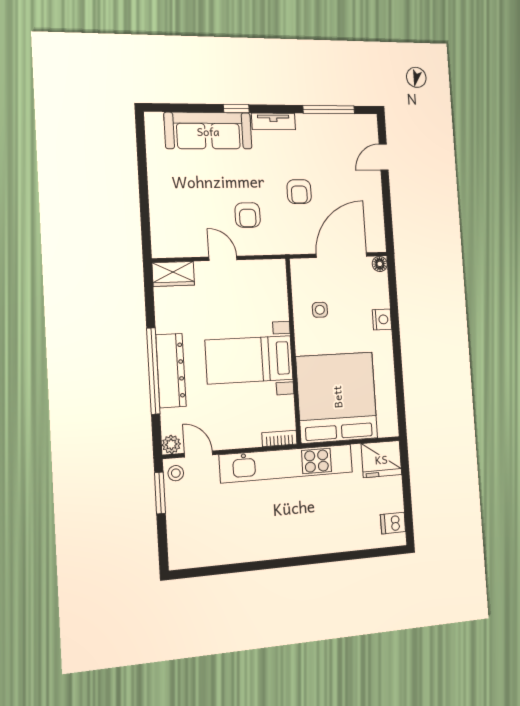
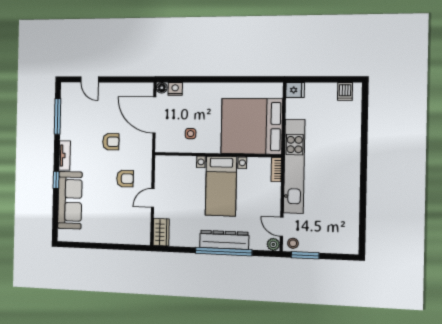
nightstand: (382, 319) -> (175, 89), moved
door: (198, 454) -> (282, 227), hinge flipped
fridge: (381, 459) -> (295, 90), width x0.53, depth x0.75

